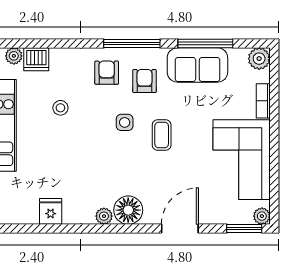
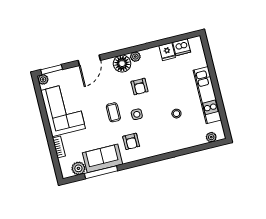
window: (132, 43) -> (144, 162), removed
dishwasher: (36, 59) -> (182, 47), moved, turned 180
plant: (259, 59) -> (78, 168), moved
armchair: (107, 73) -> (139, 87), moved

